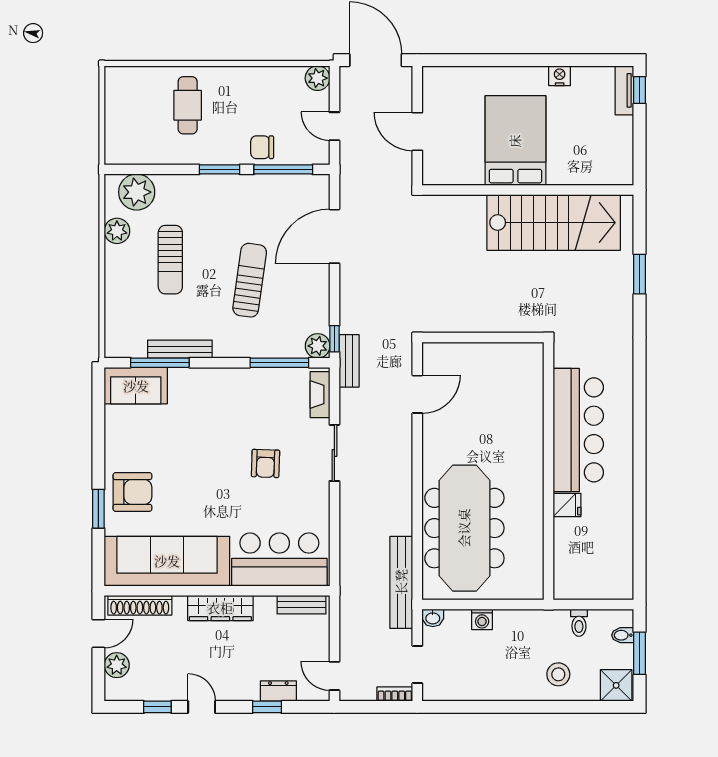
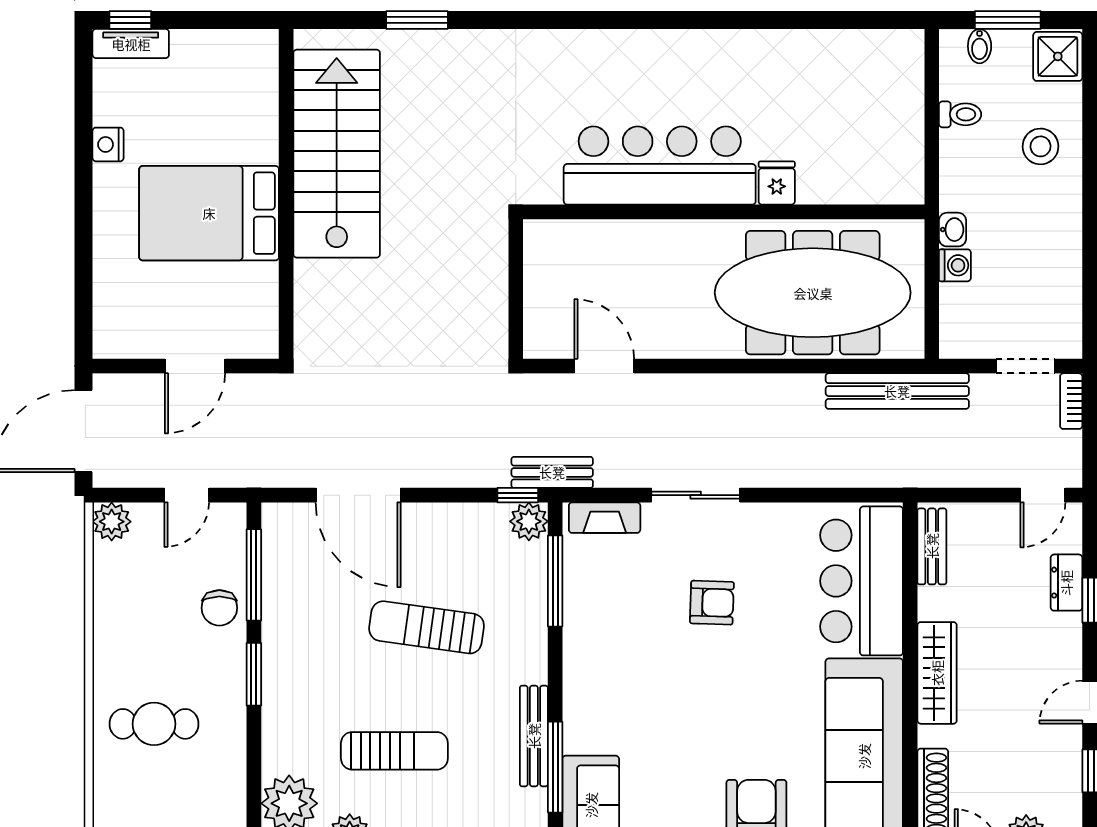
bar counter: (578, 430) -> (660, 166), moved
wall: (549, 471) -> (724, 212), moved
fridge: (567, 505) -> (777, 183), moved
washbasin: (433, 618) -> (952, 230), moved

